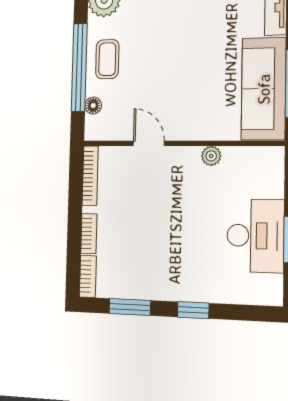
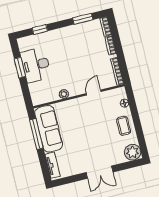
window: (79, 67) -> (136, 119), removed
door: (149, 143) -> (94, 93), swing flipped
window: (193, 310) -> (40, 29), moved

